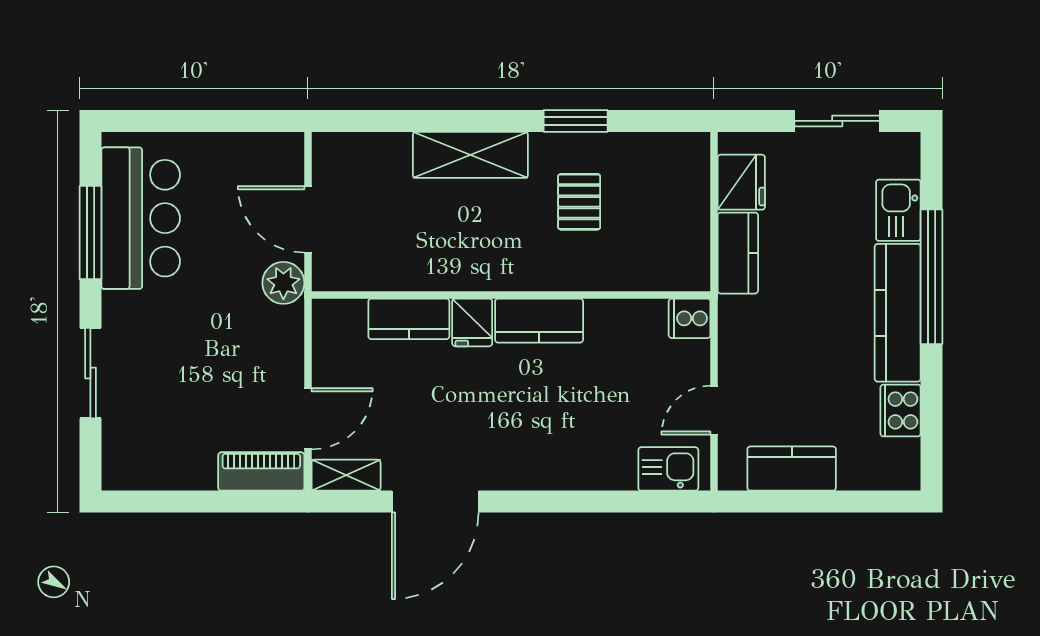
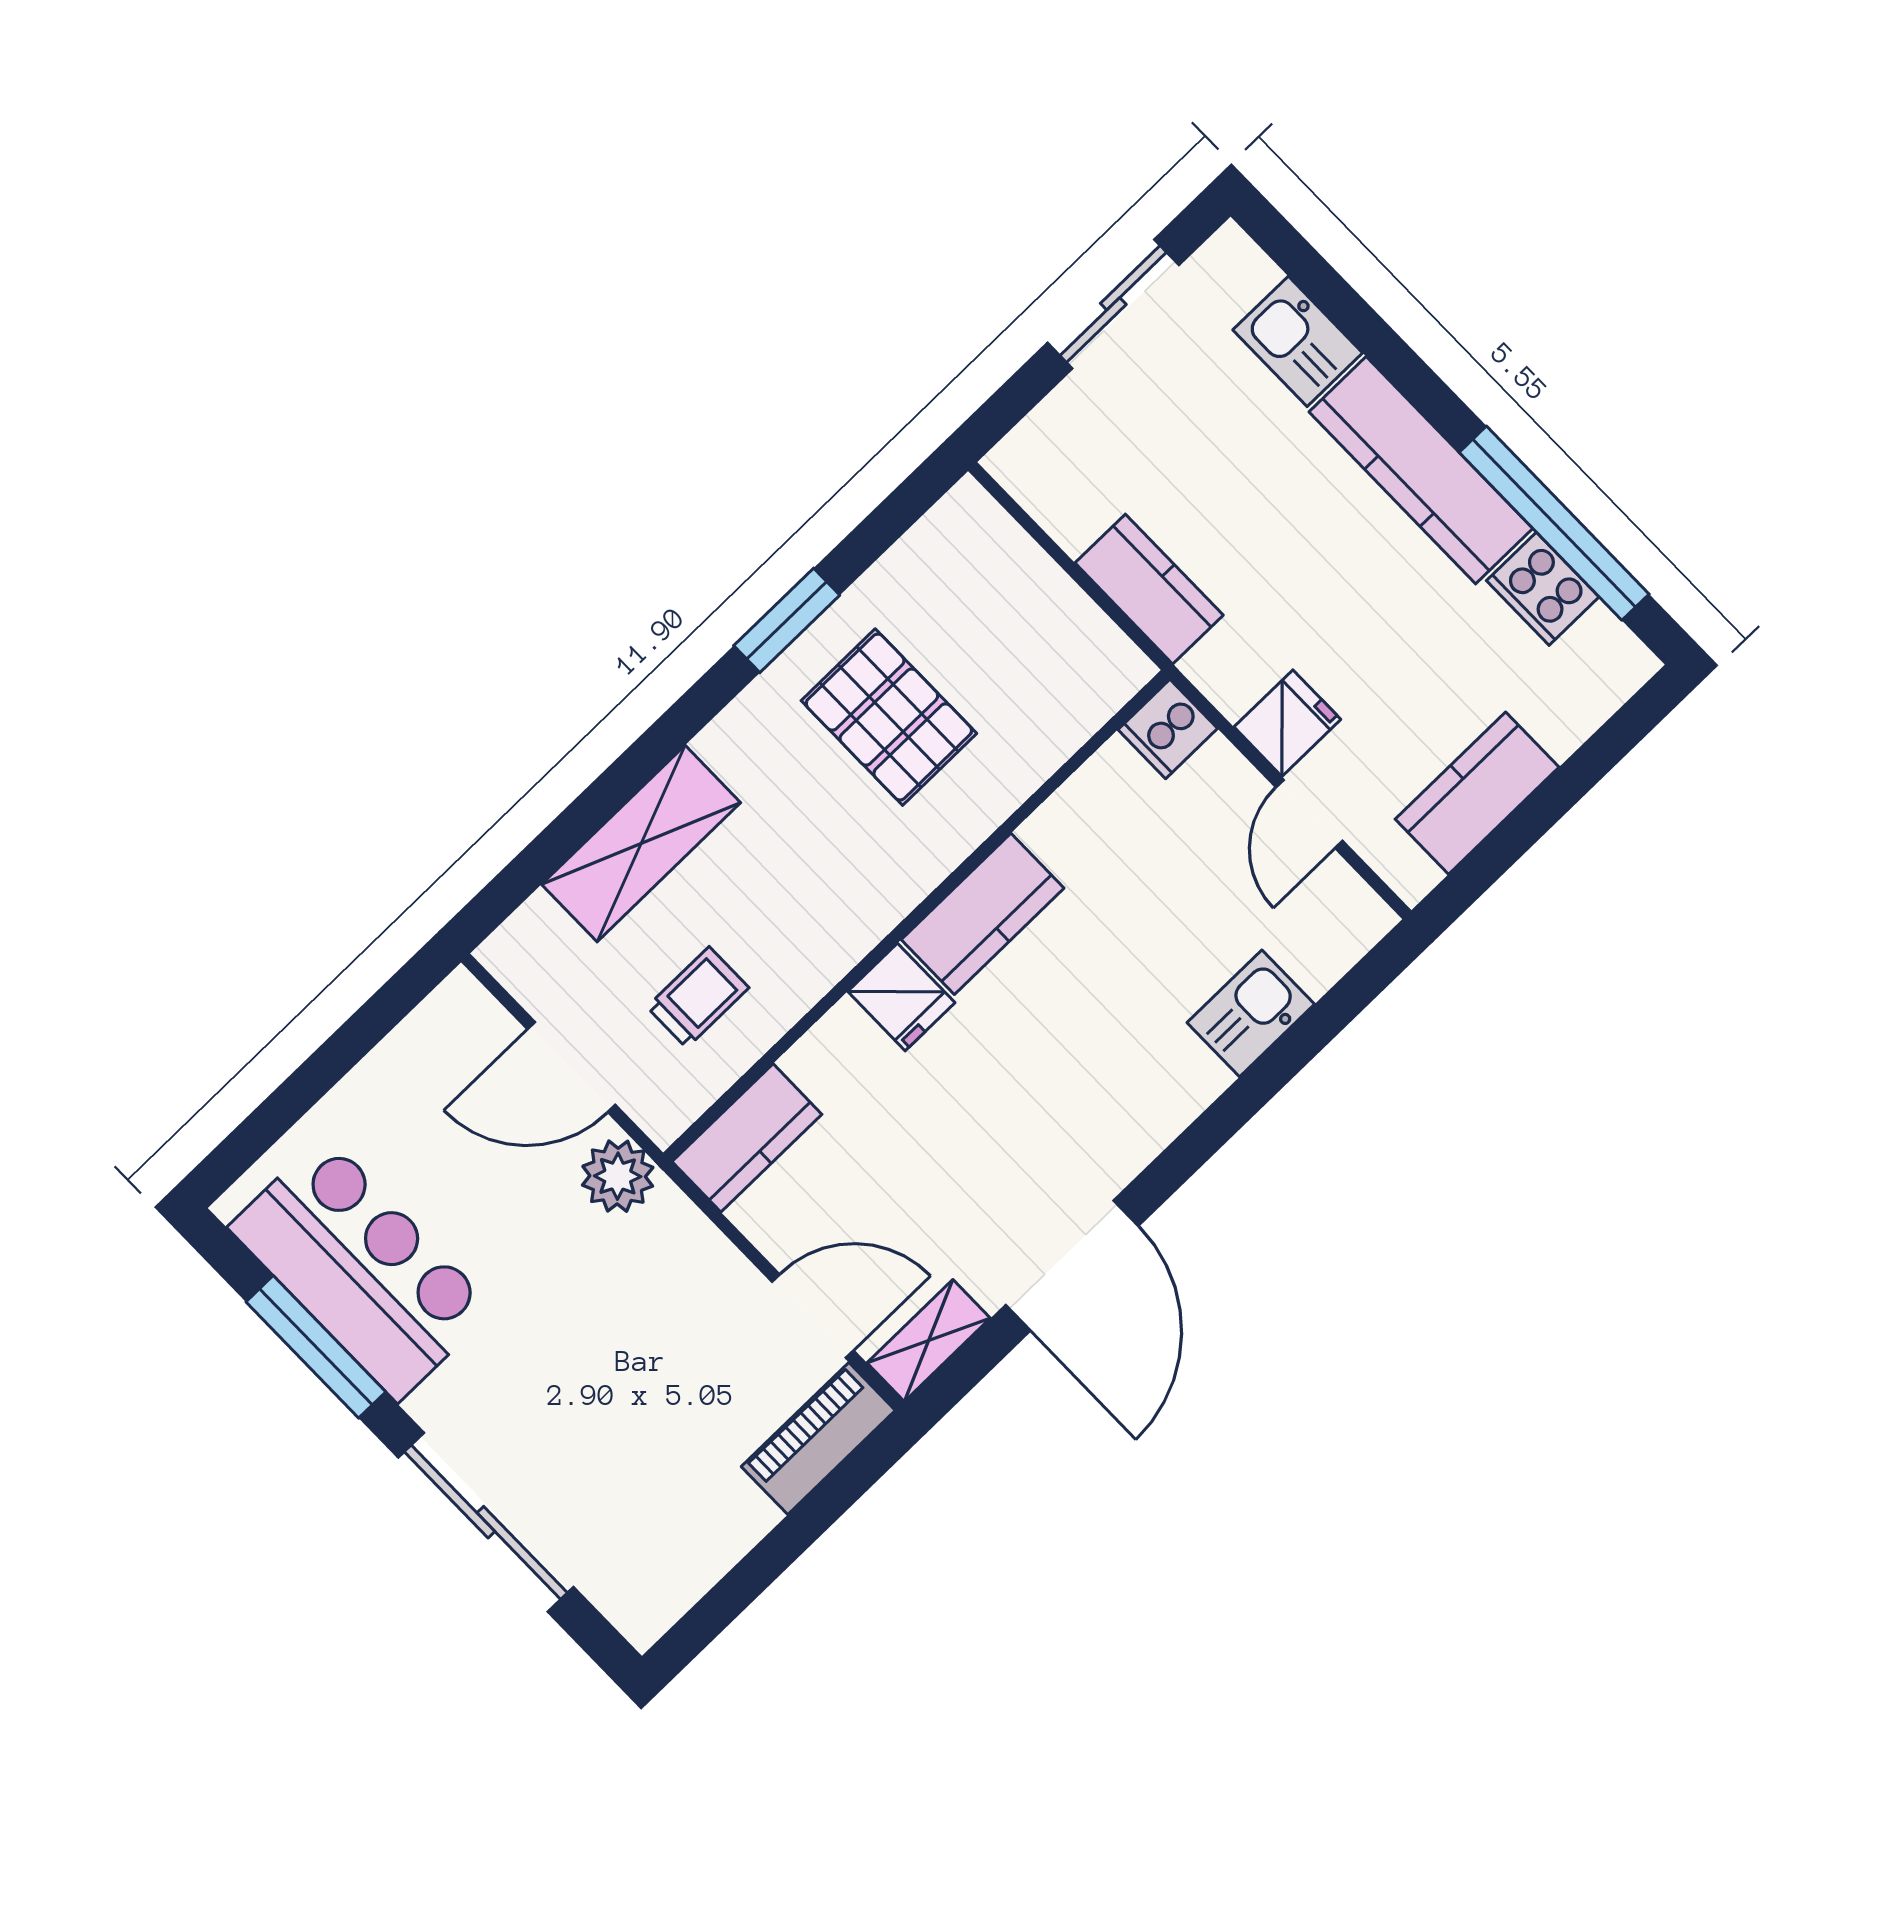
shelving: (470, 155) -> (641, 844), moved
fridge: (741, 182) -> (1287, 723), moved, width x0.72
pallet: (579, 202) -> (889, 717), width x1.50, depth x1.42
trolley: (388, 241) -> (698, 997), added
window: (931, 277) -> (1554, 523), moved
kitchen counter: (409, 319) -> (747, 1138), moved
sliding door: (90, 373) -> (486, 1522), width x1.37
door: (308, 419) -> (813, 1316), hinge flipped
kitchen sink: (668, 469) -> (1251, 1013), moved

